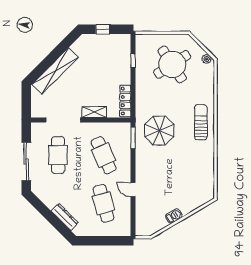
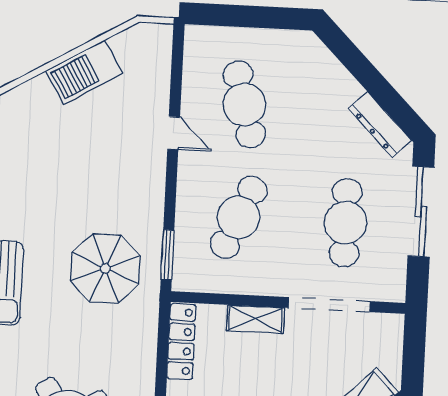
cafe table: (104, 155) -> (239, 217), turned 48
barbecue: (174, 216) -> (84, 72), width x1.88, depth x1.53
dresser: (65, 217) -> (380, 124), moved

